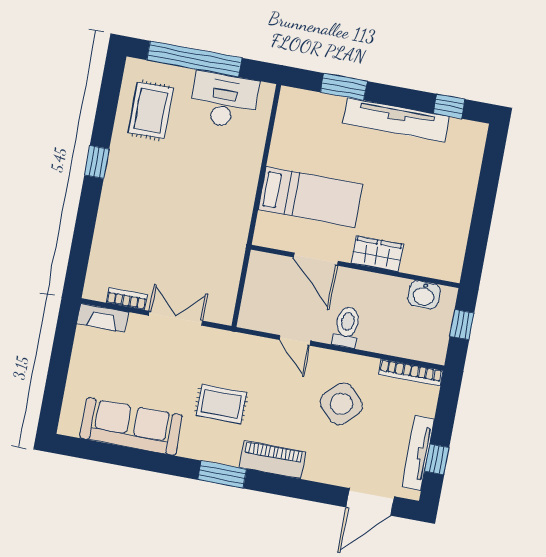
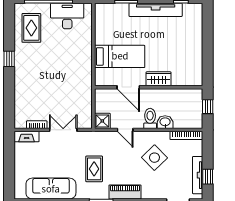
washbasin: (424, 295) -> (165, 122), moved, turned 180
shower: (254, 315) -> (102, 121), added
rug: (221, 404) -> (94, 169), turned 90

